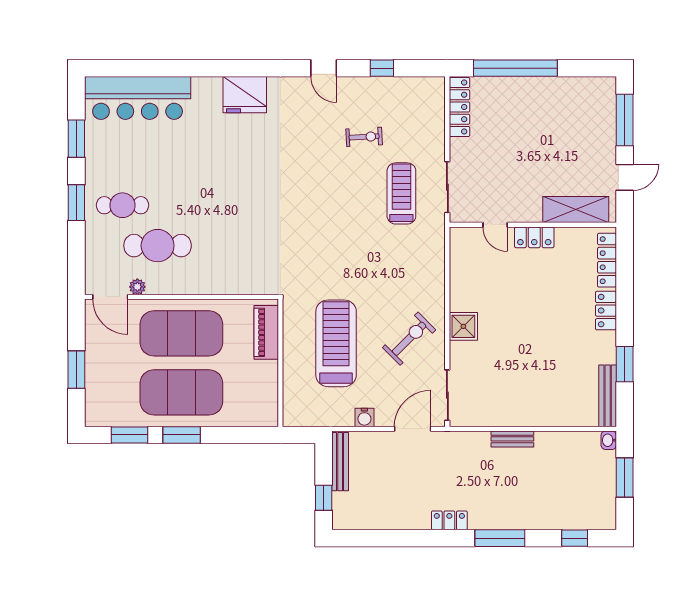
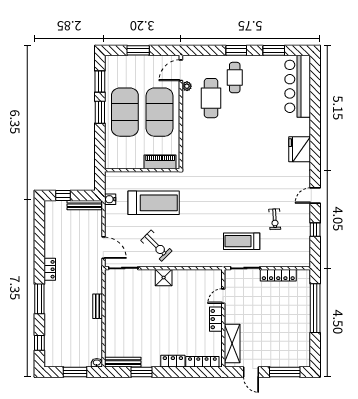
locker: (459, 107) -> (278, 275), moved
treadmill: (401, 193) -> (242, 241), turned 180
water cooler: (364, 417) -> (110, 199), moved

